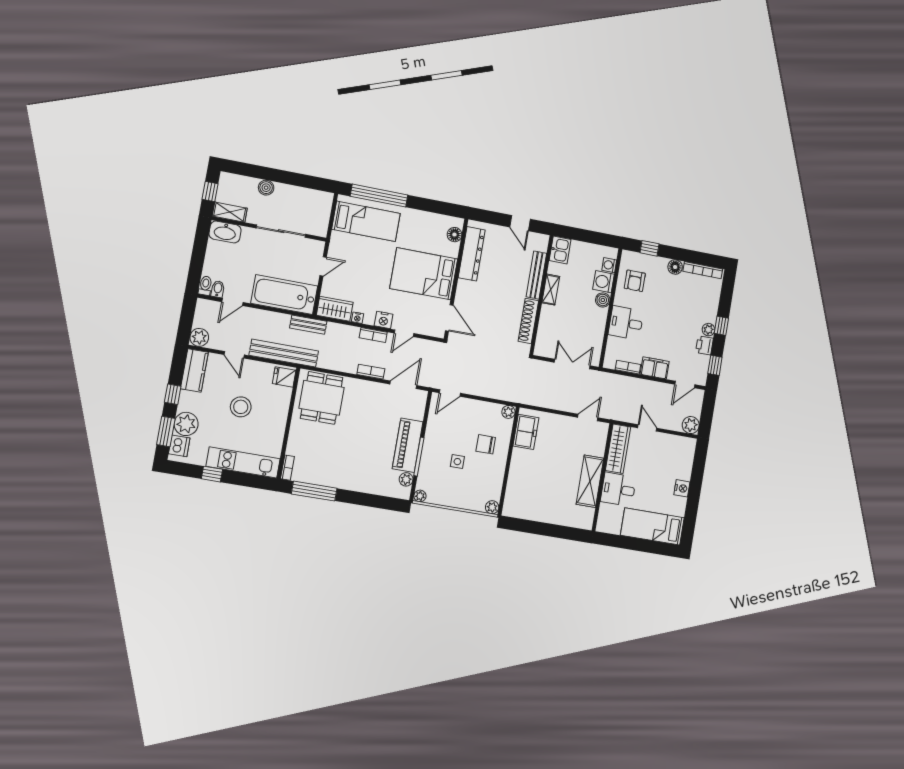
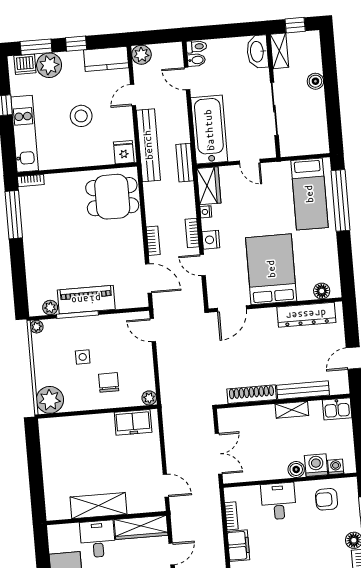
plant: (492, 507) -> (50, 400), width x1.87, depth x1.87

